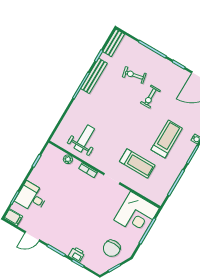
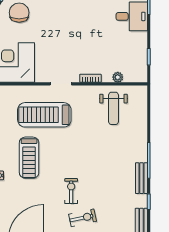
exercise bike: (134, 75) -> (83, 218), moved
bench: (94, 76) -> (141, 178), width x0.73
treadmill: (137, 163) -> (44, 115), width x1.37, depth x1.38

